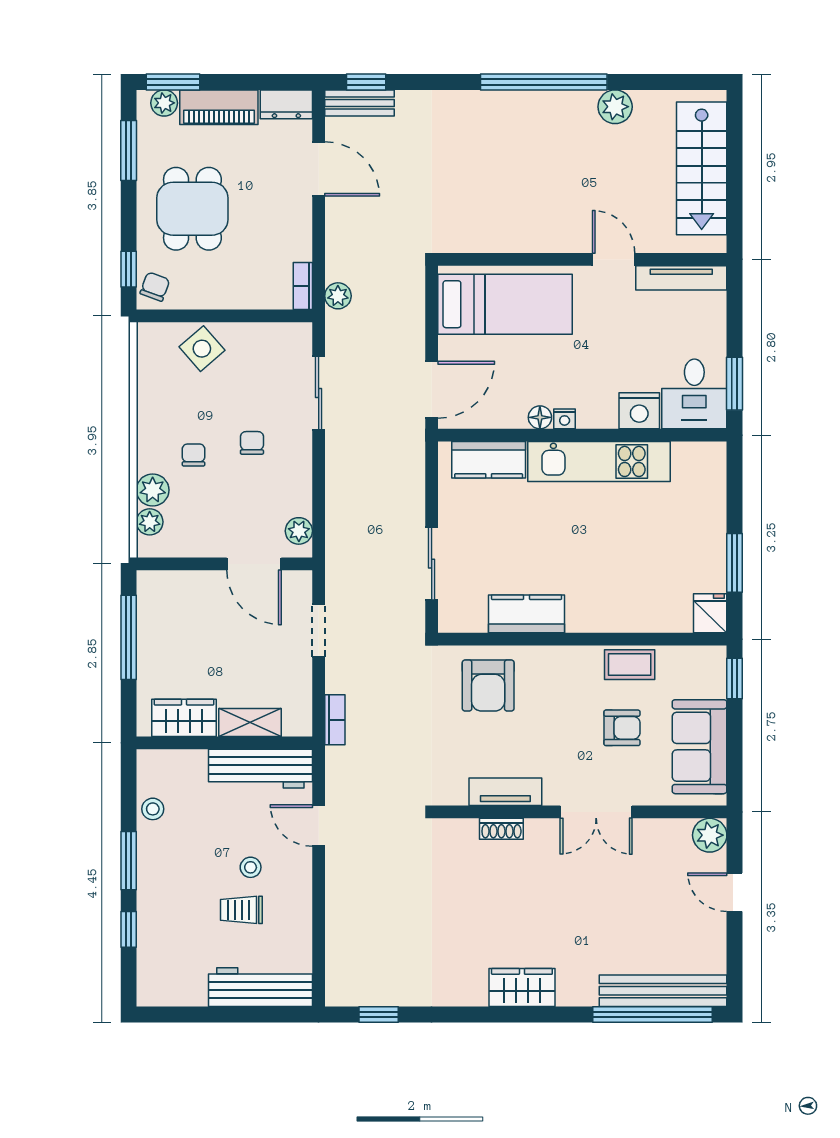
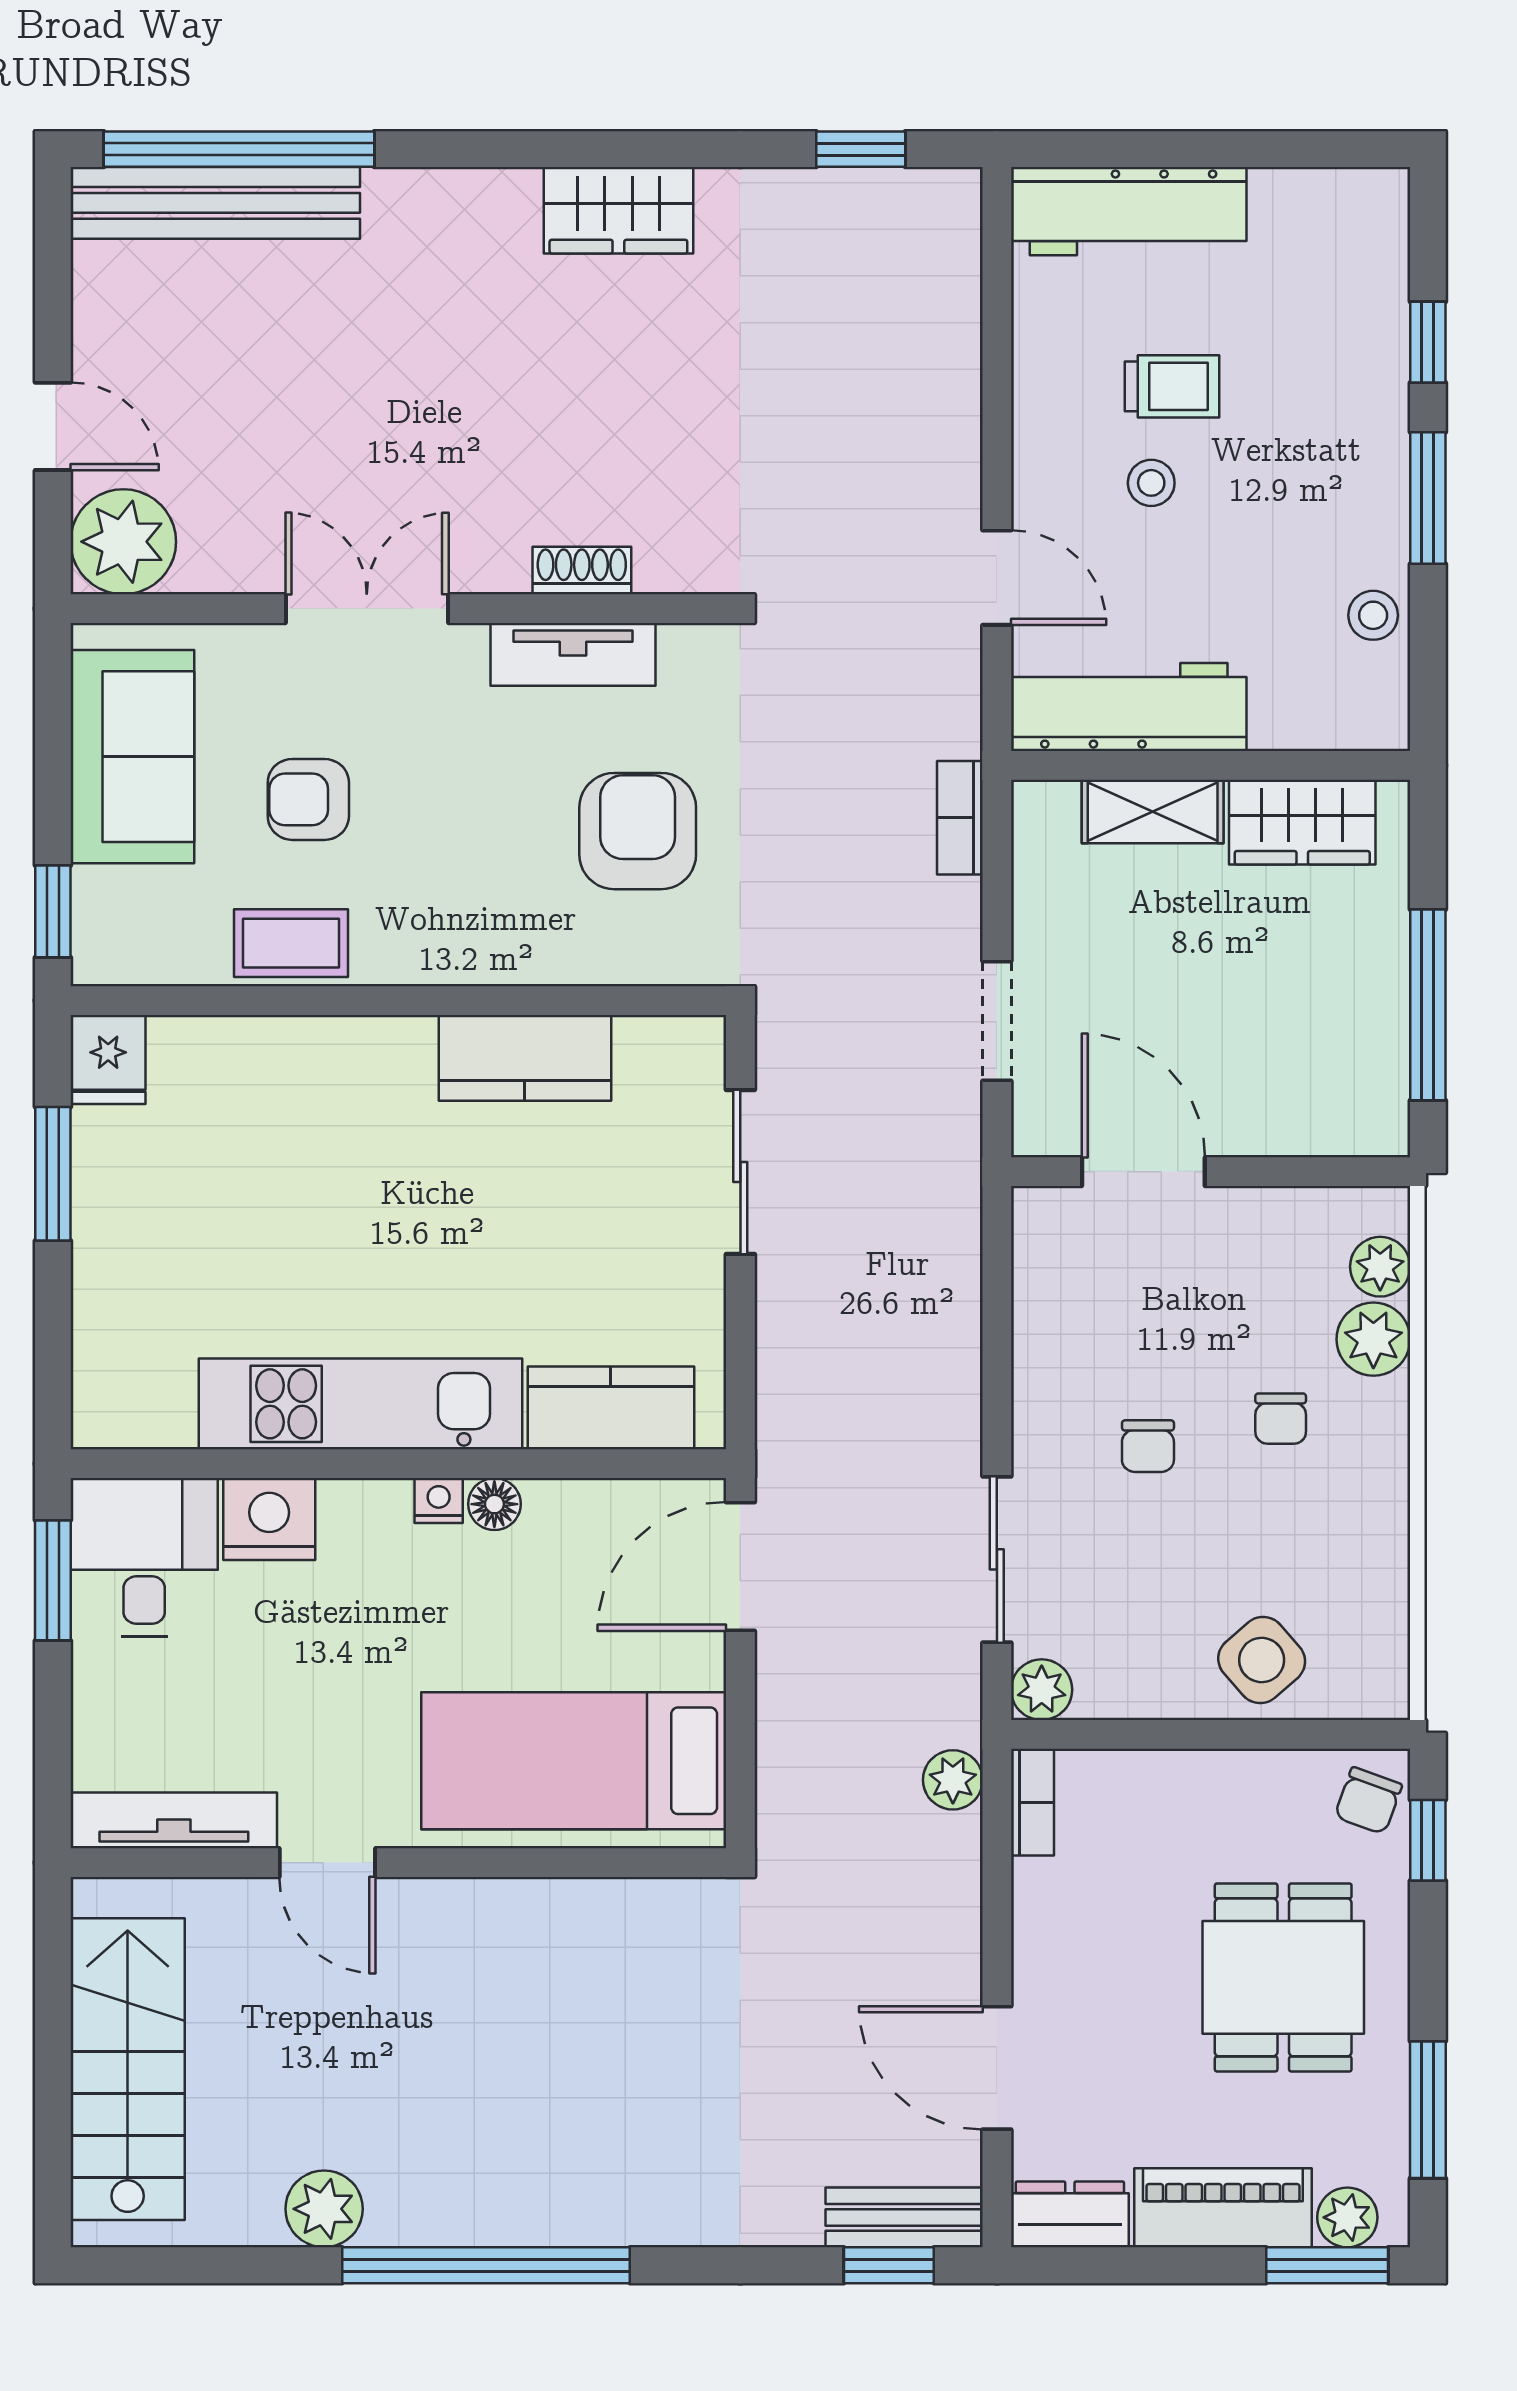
plant: (299, 531) -> (1042, 1690), moved
armchair: (488, 686) -> (638, 831), moved
plant: (710, 835) -> (123, 542), width x1.36, depth x1.36
wardrobe: (522, 987) -> (618, 210), moved

